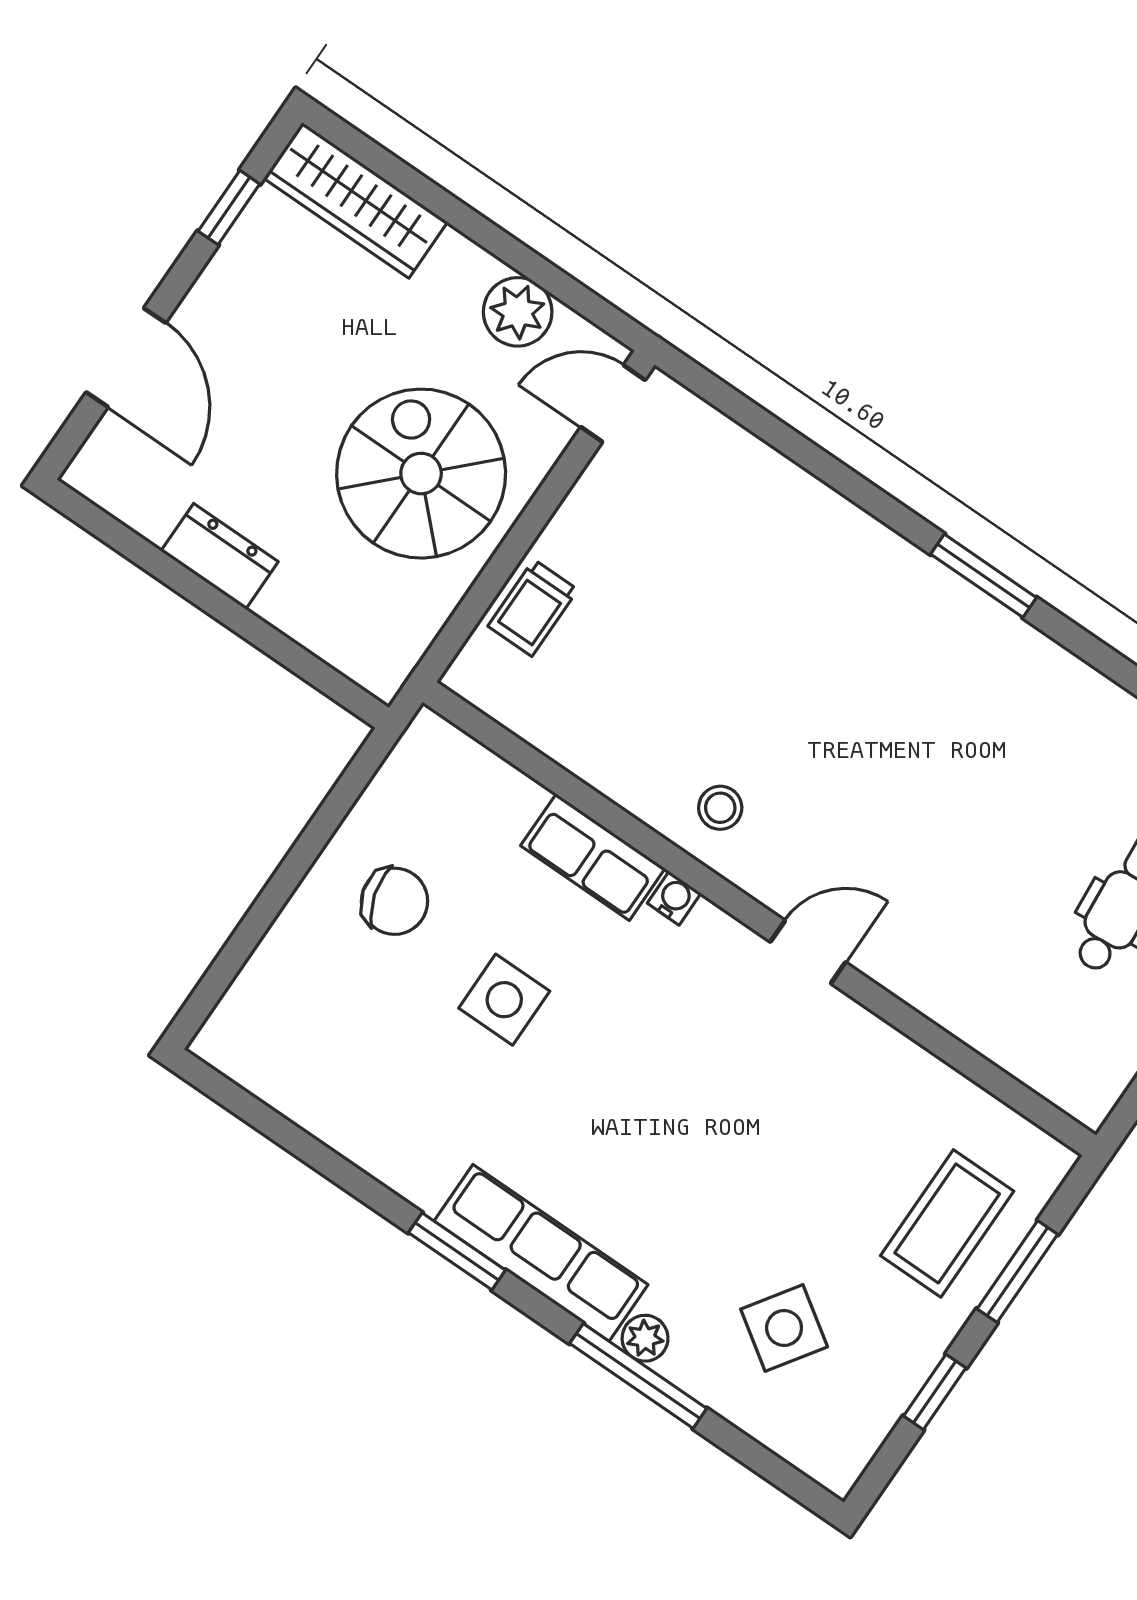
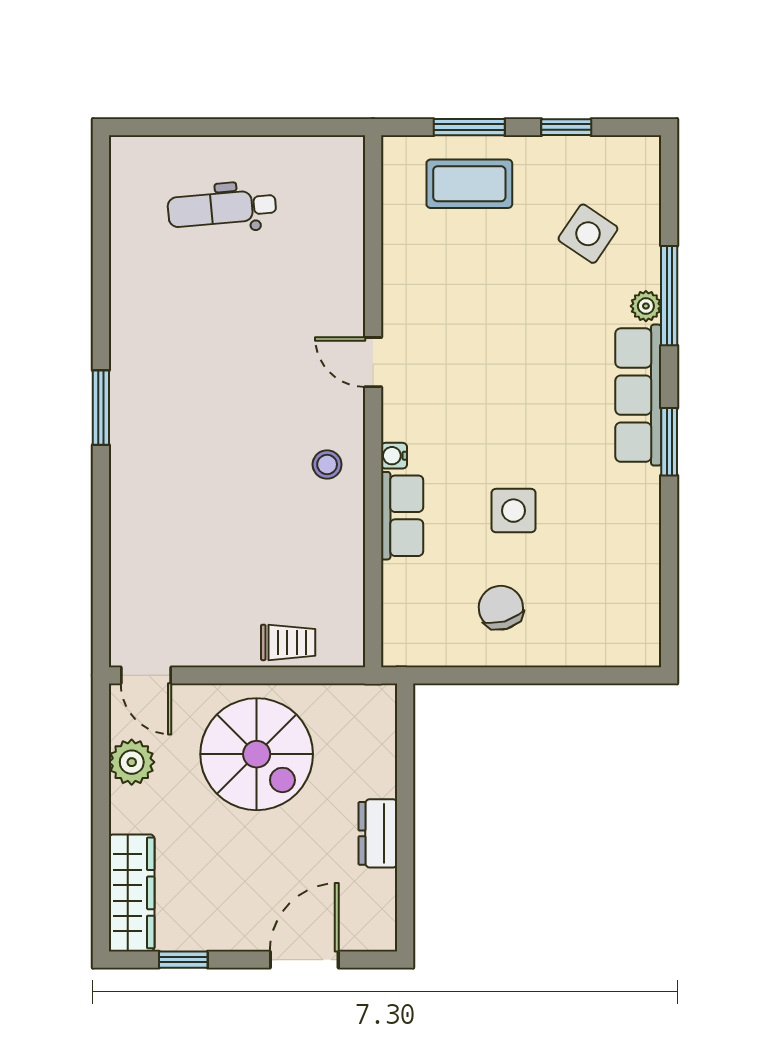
spiral stairs: (421, 474) -> (257, 754), turned -90

